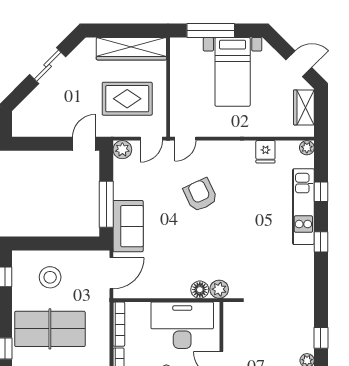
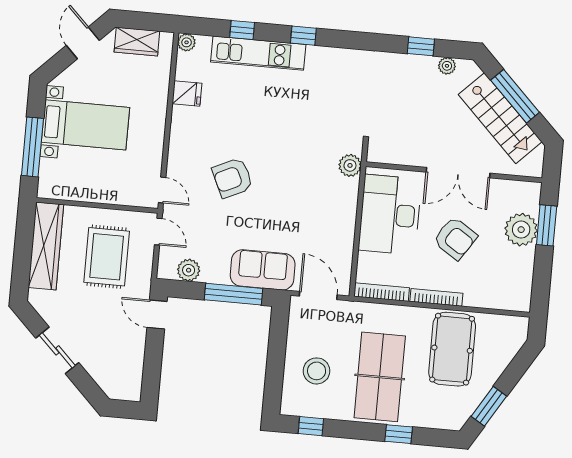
plant: (122, 150) -> (189, 270), moved
floor lamp: (200, 290) -> (348, 189), removed

